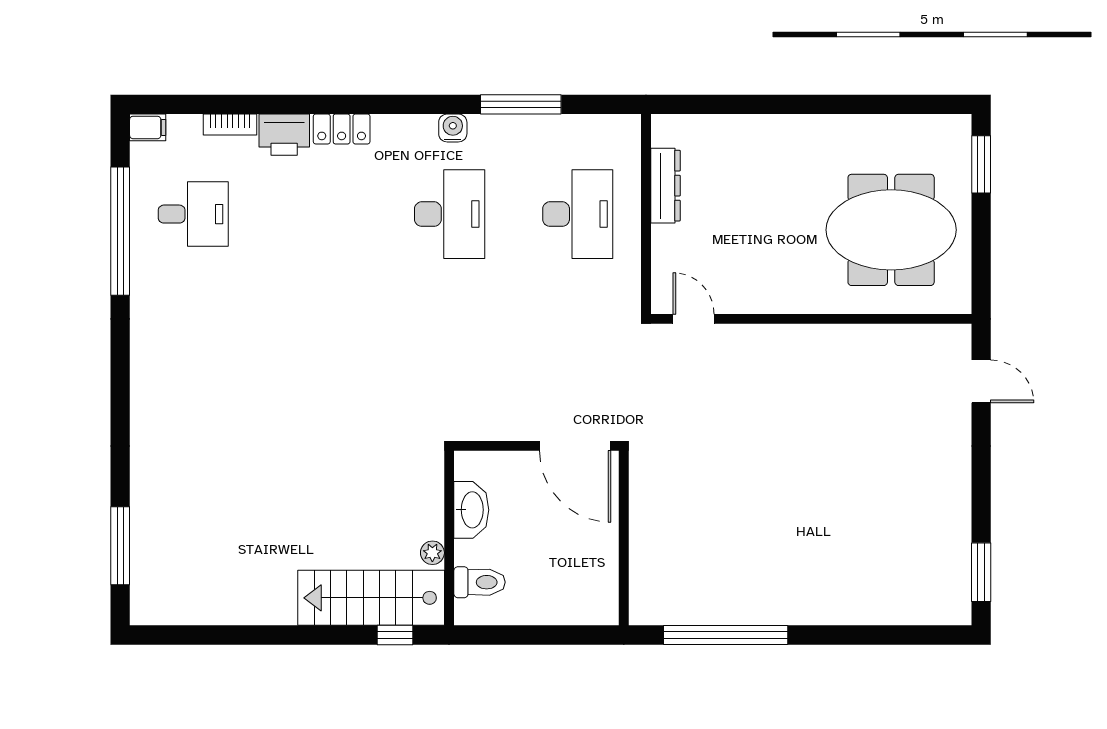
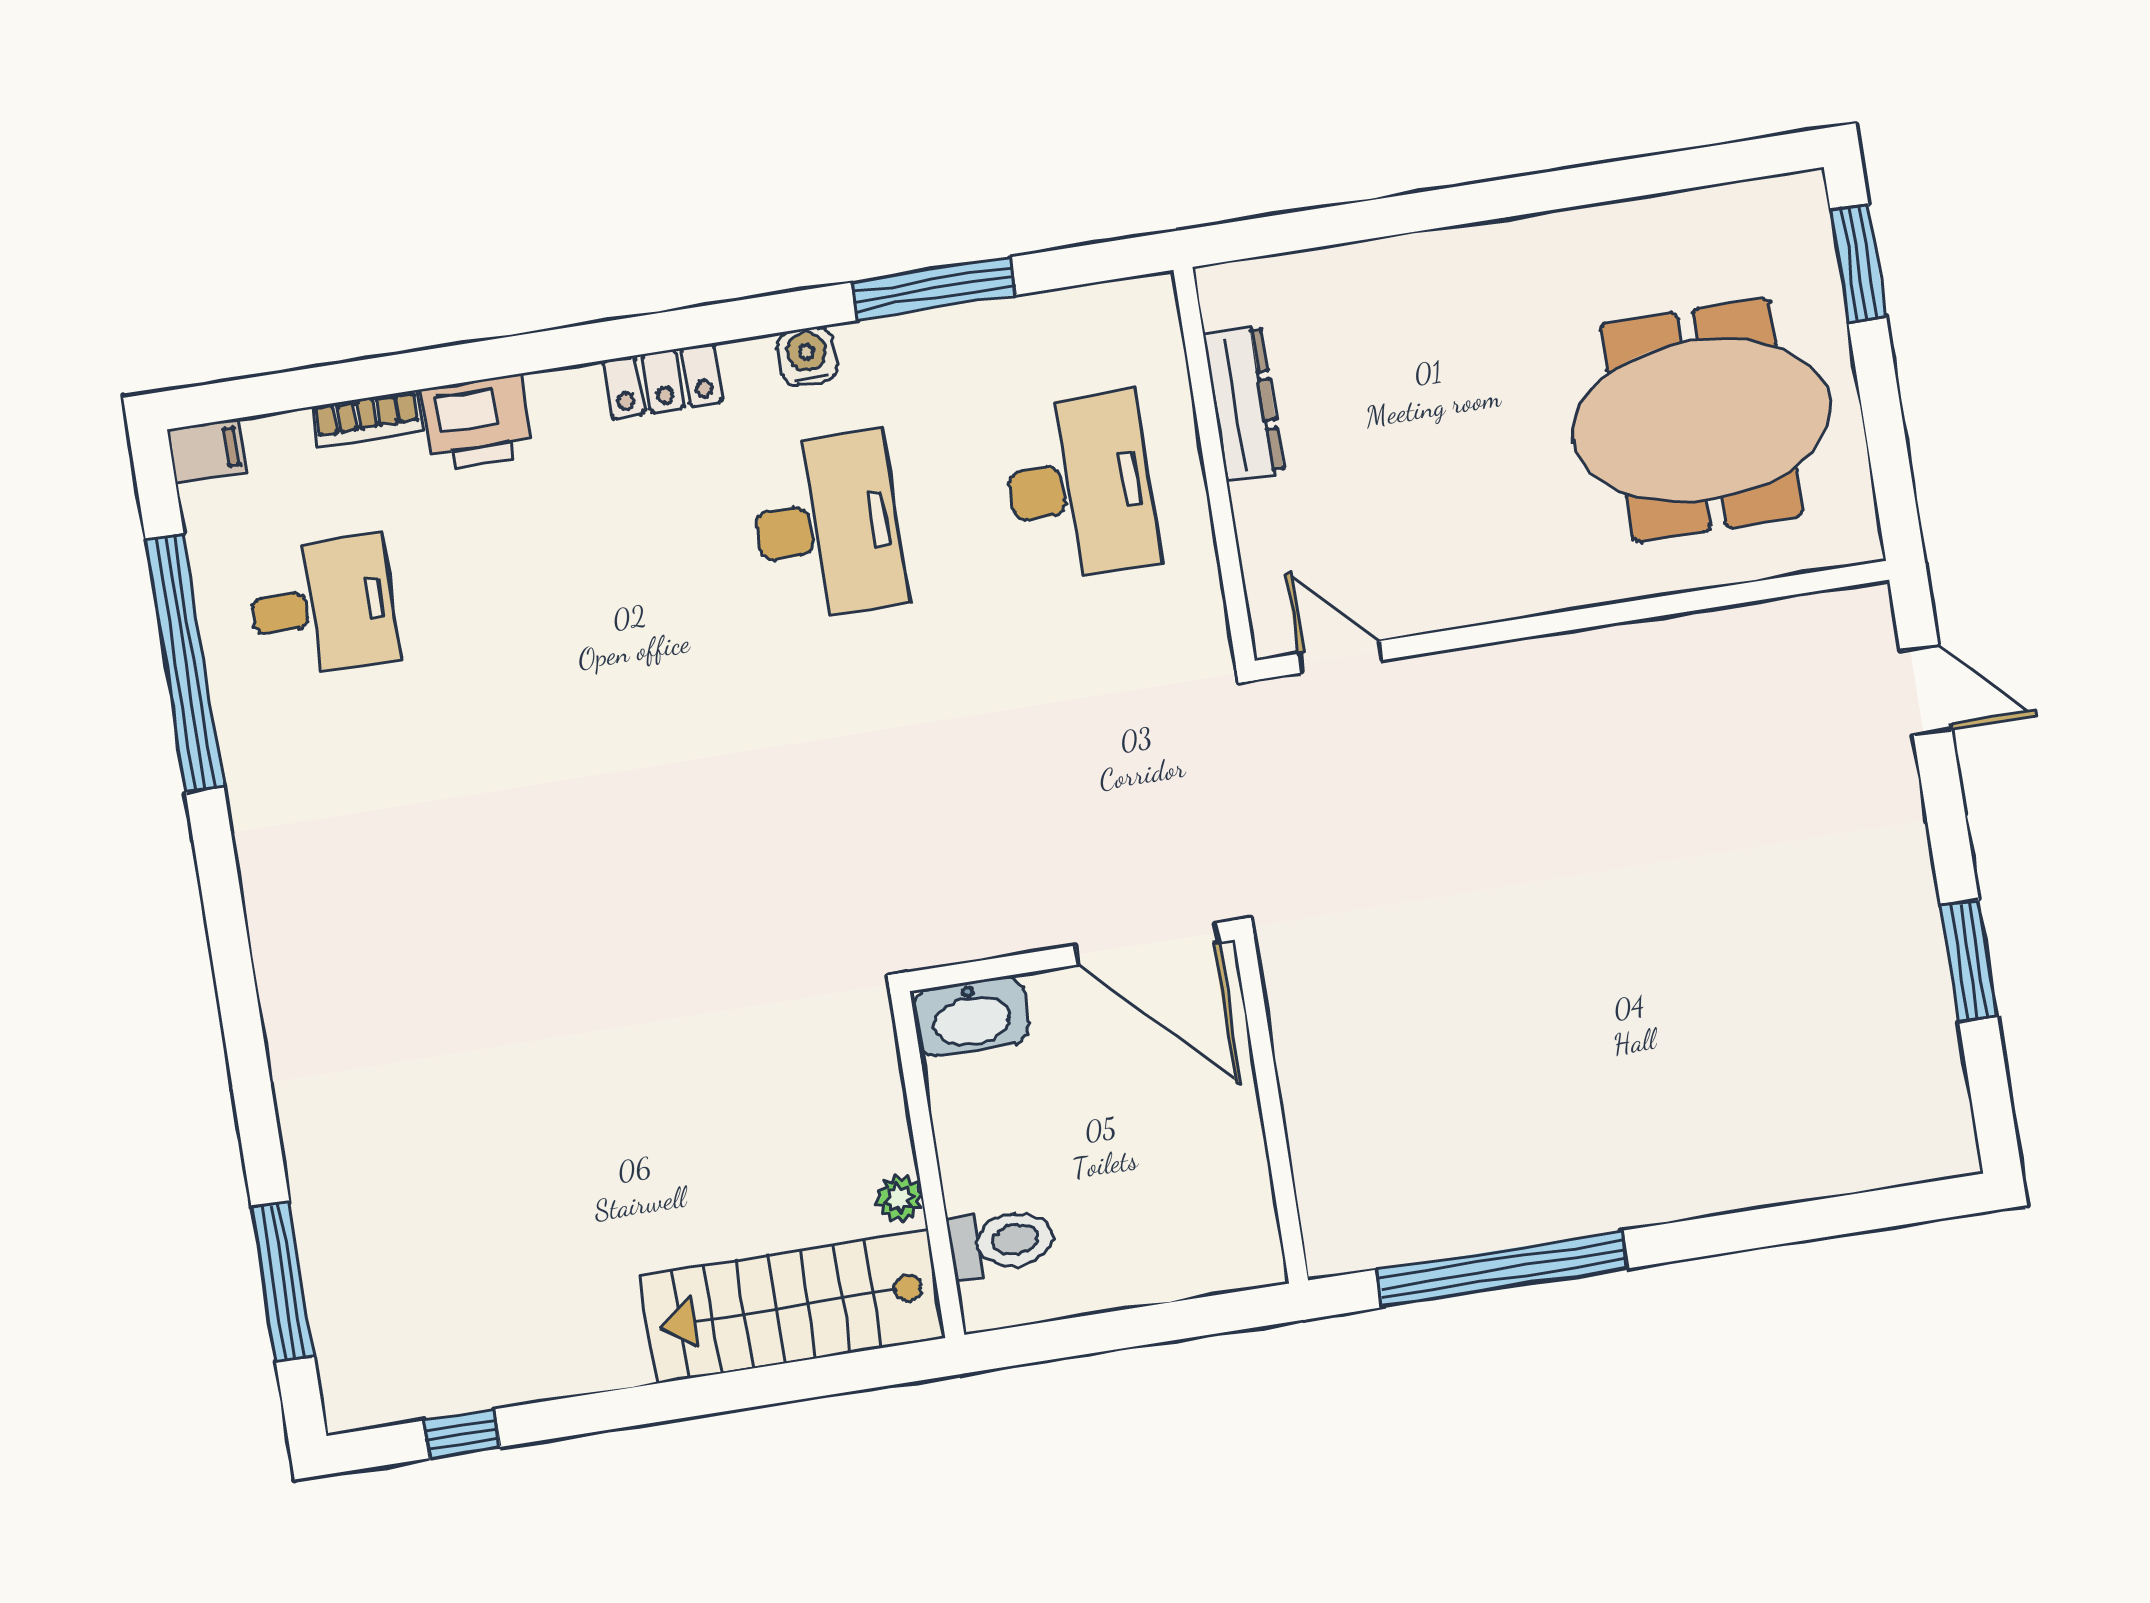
locker: (342, 129) -> (663, 381), moved
washbasin: (471, 510) -> (971, 1017), moved, turned 90
window: (981, 572) -> (1969, 961), moved
window: (395, 635) -> (462, 1434), moved

